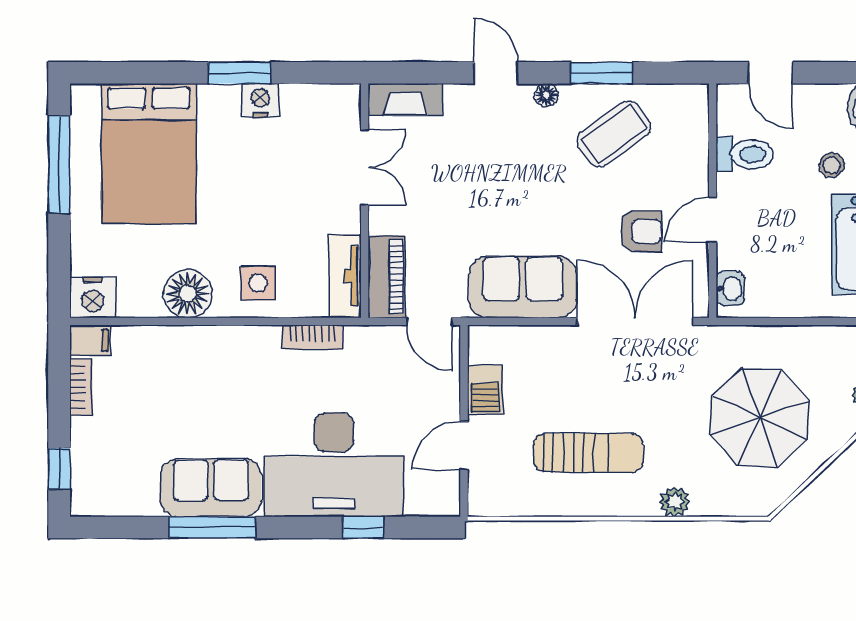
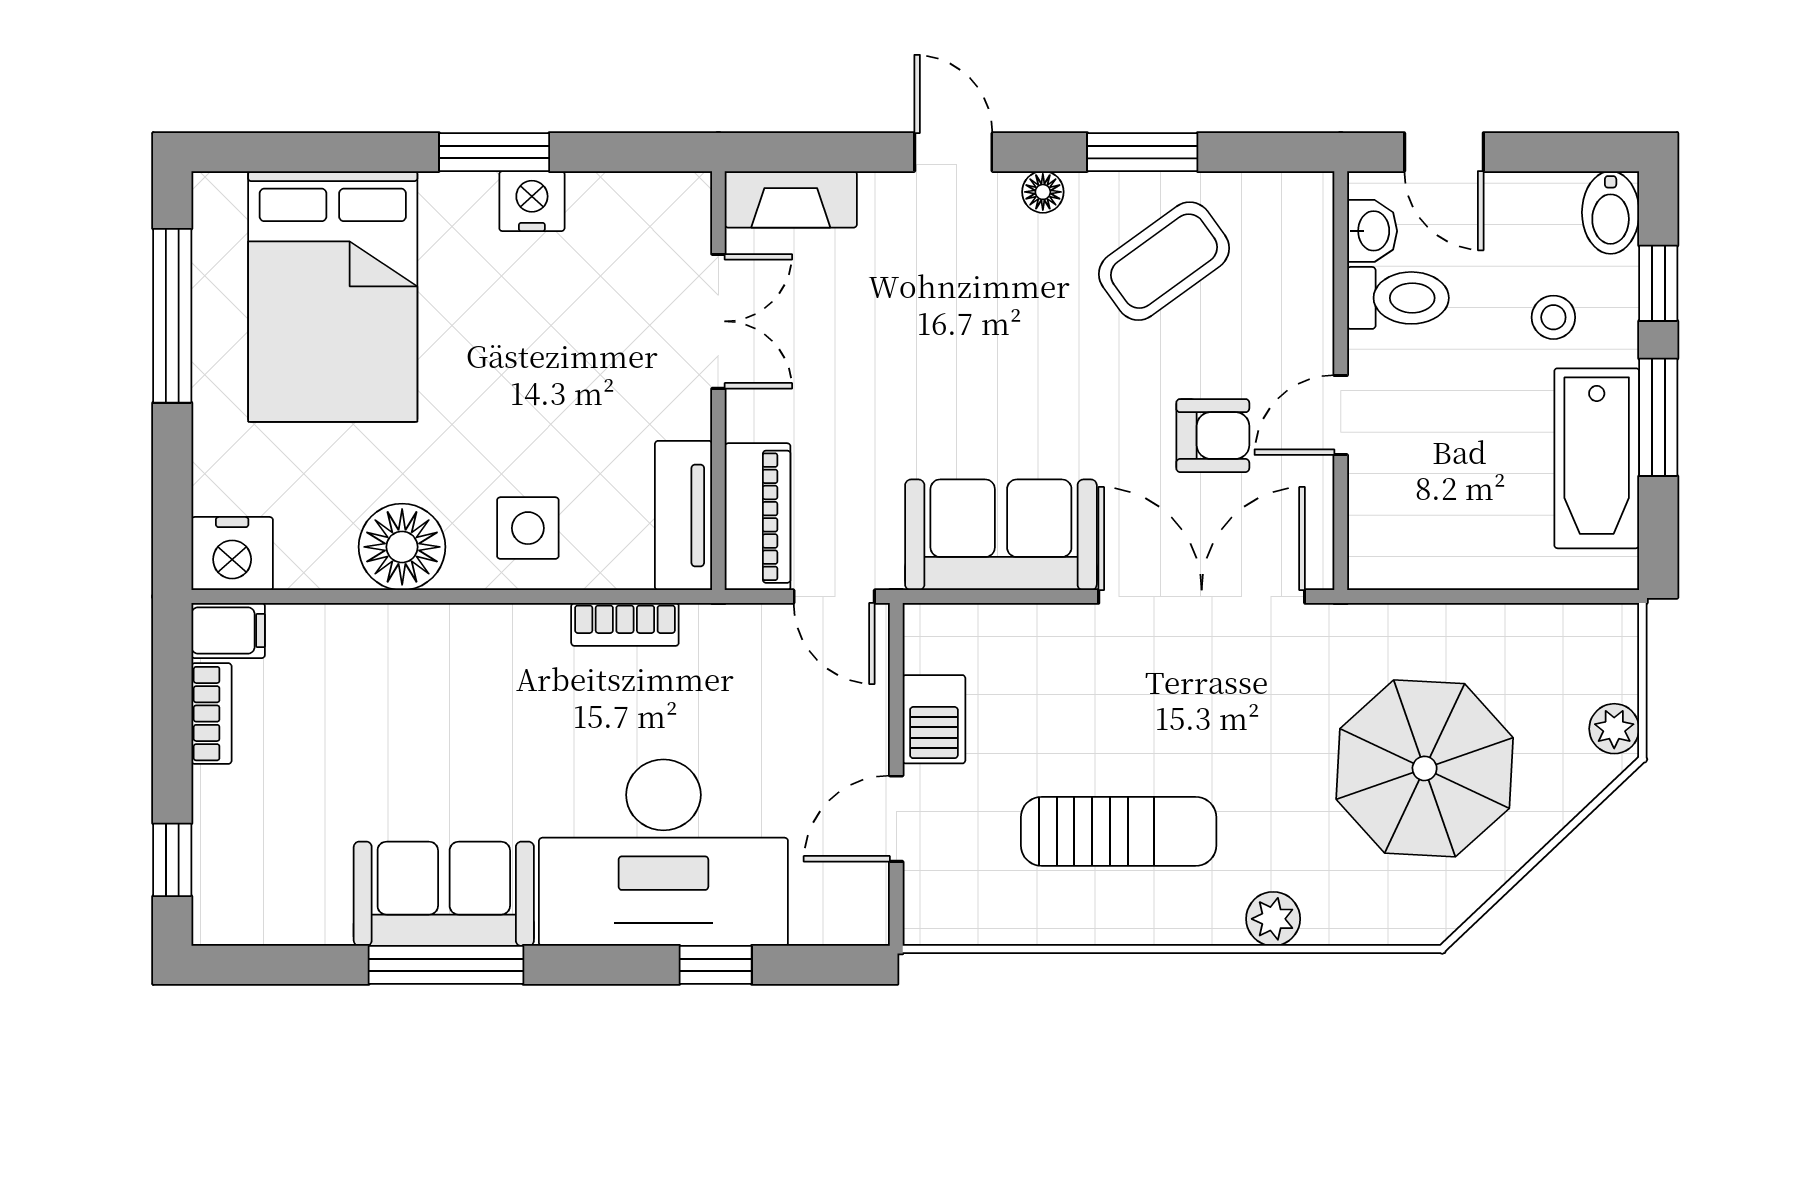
washbasin: (730, 289) -> (1372, 231), moved

